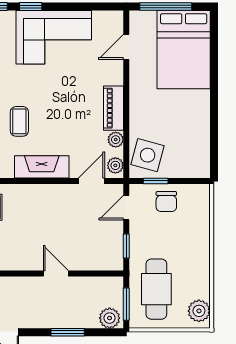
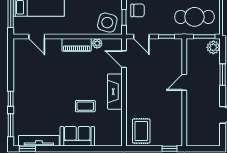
corner sofa: (54, 37) -> (31, 84), removed
plant: (115, 165) -> (114, 44), removed

